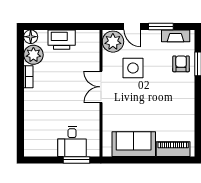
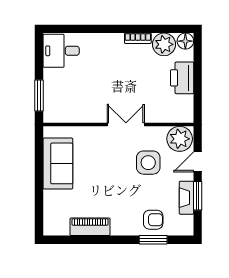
fireplace: (176, 36) -> (186, 198), moved
desk: (72, 141) -> (61, 51), moved
piano: (173, 149) -> (90, 227), moved, turned -90

